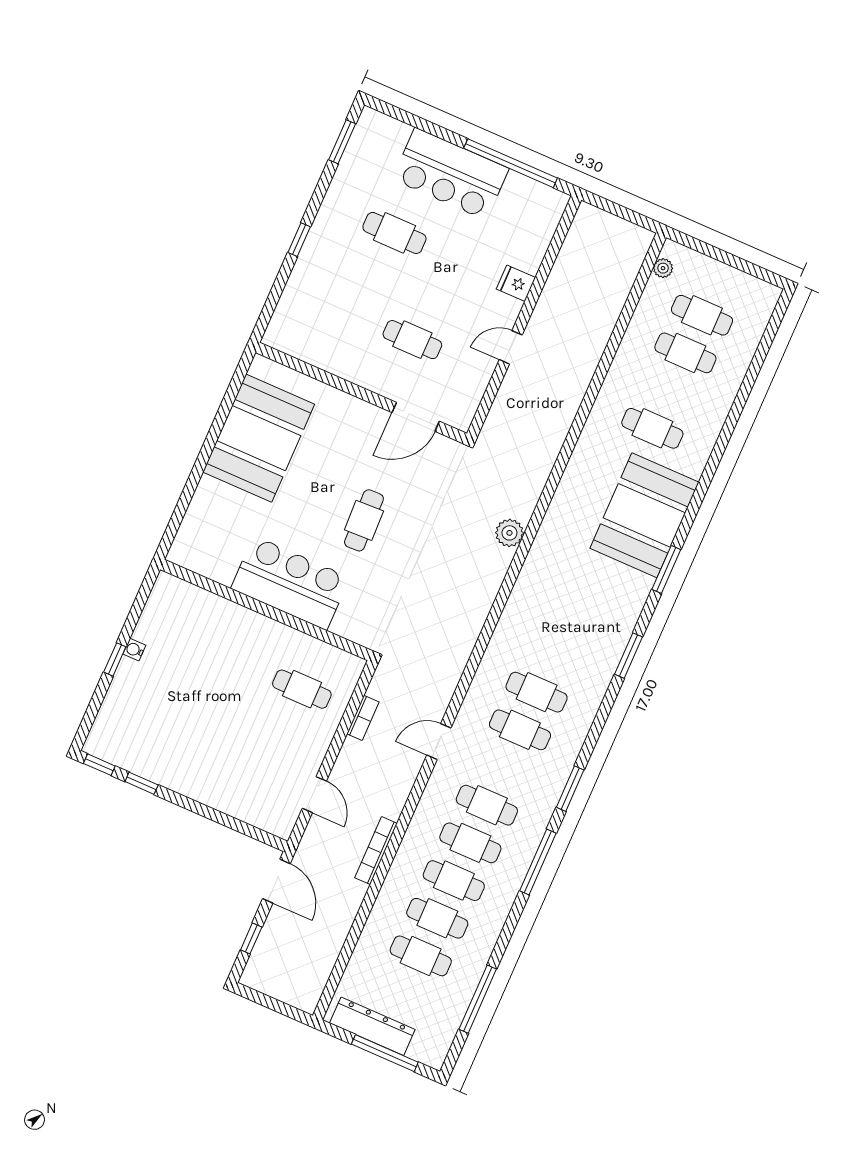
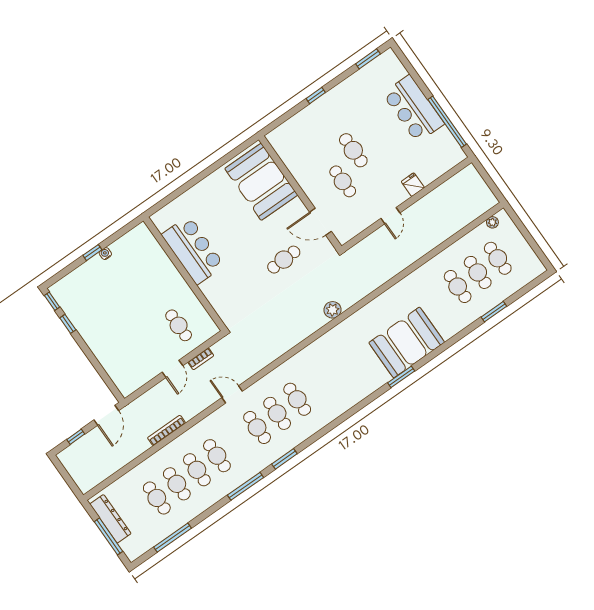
cafe table: (394, 233) -> (353, 150), moved
door: (511, 347) -> (390, 216), swing flipped
cafe table: (652, 428) -> (458, 287), moved
booth: (259, 438) -> (261, 182), moved, turned 90
cafe table: (364, 520) -> (284, 260), moved
bar counter: (290, 583) -> (193, 250), moved
window: (629, 656) -> (494, 312), moved
door: (314, 795) -> (172, 369), moved
cafe table: (487, 805) -> (257, 427), moved

